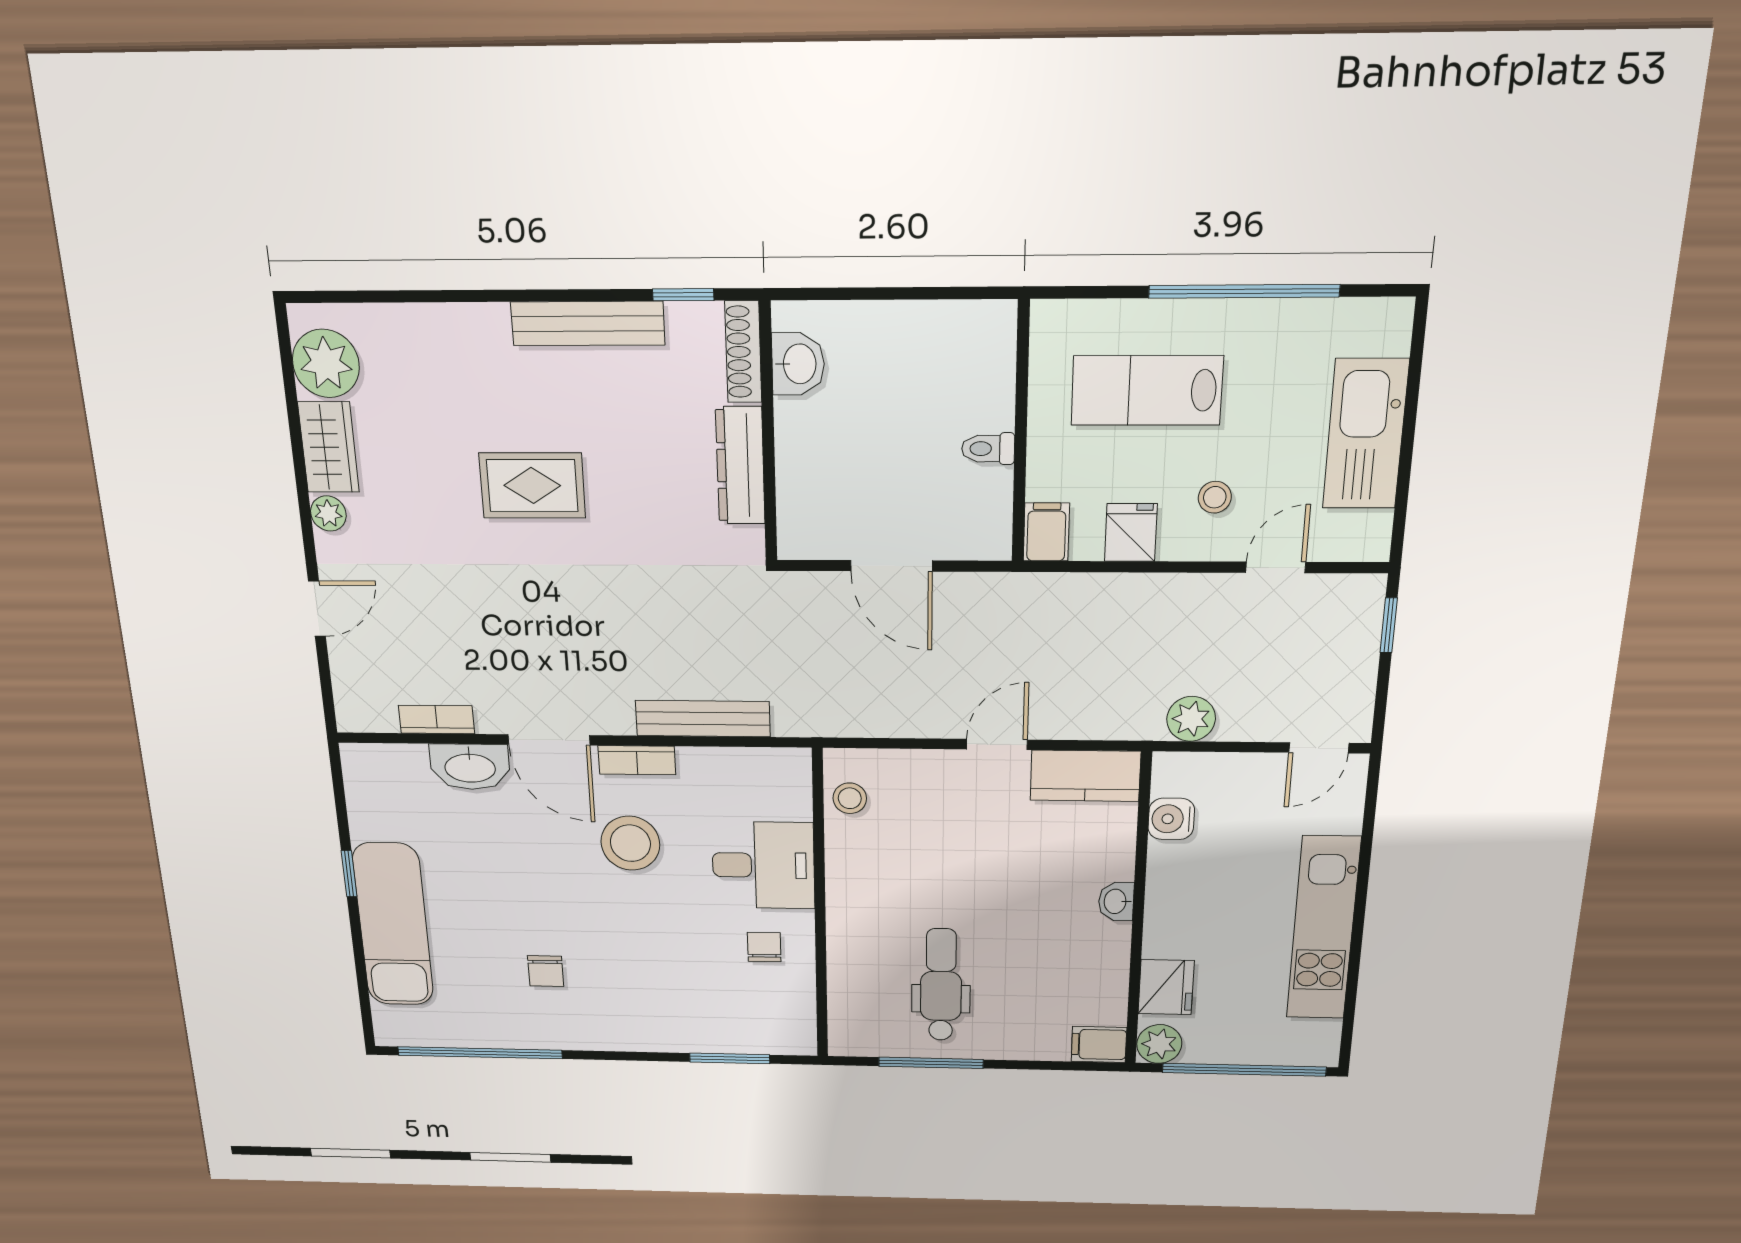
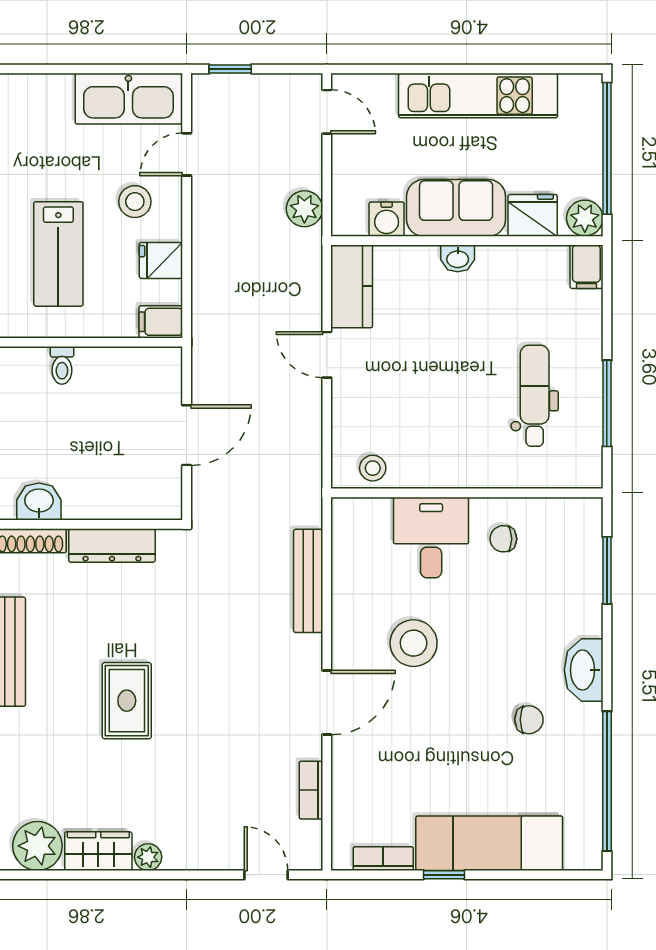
kitchen sink: (1366, 434) -> (128, 99), moved
toilet: (988, 449) -> (62, 365), moved
stool: (1215, 497) -> (135, 202), width x1.37, depth x1.37
door: (1276, 567) -> (187, 154), hinge flipped
door: (317, 609) -> (266, 875), moved
bookcase: (637, 760) -> (383, 859), moved, turned -90
washbasin: (470, 767) -> (584, 670), moved, turned 180
sofa: (1181, 901) -> (456, 208), added
dental chair: (941, 985) -> (535, 396), turned 90

